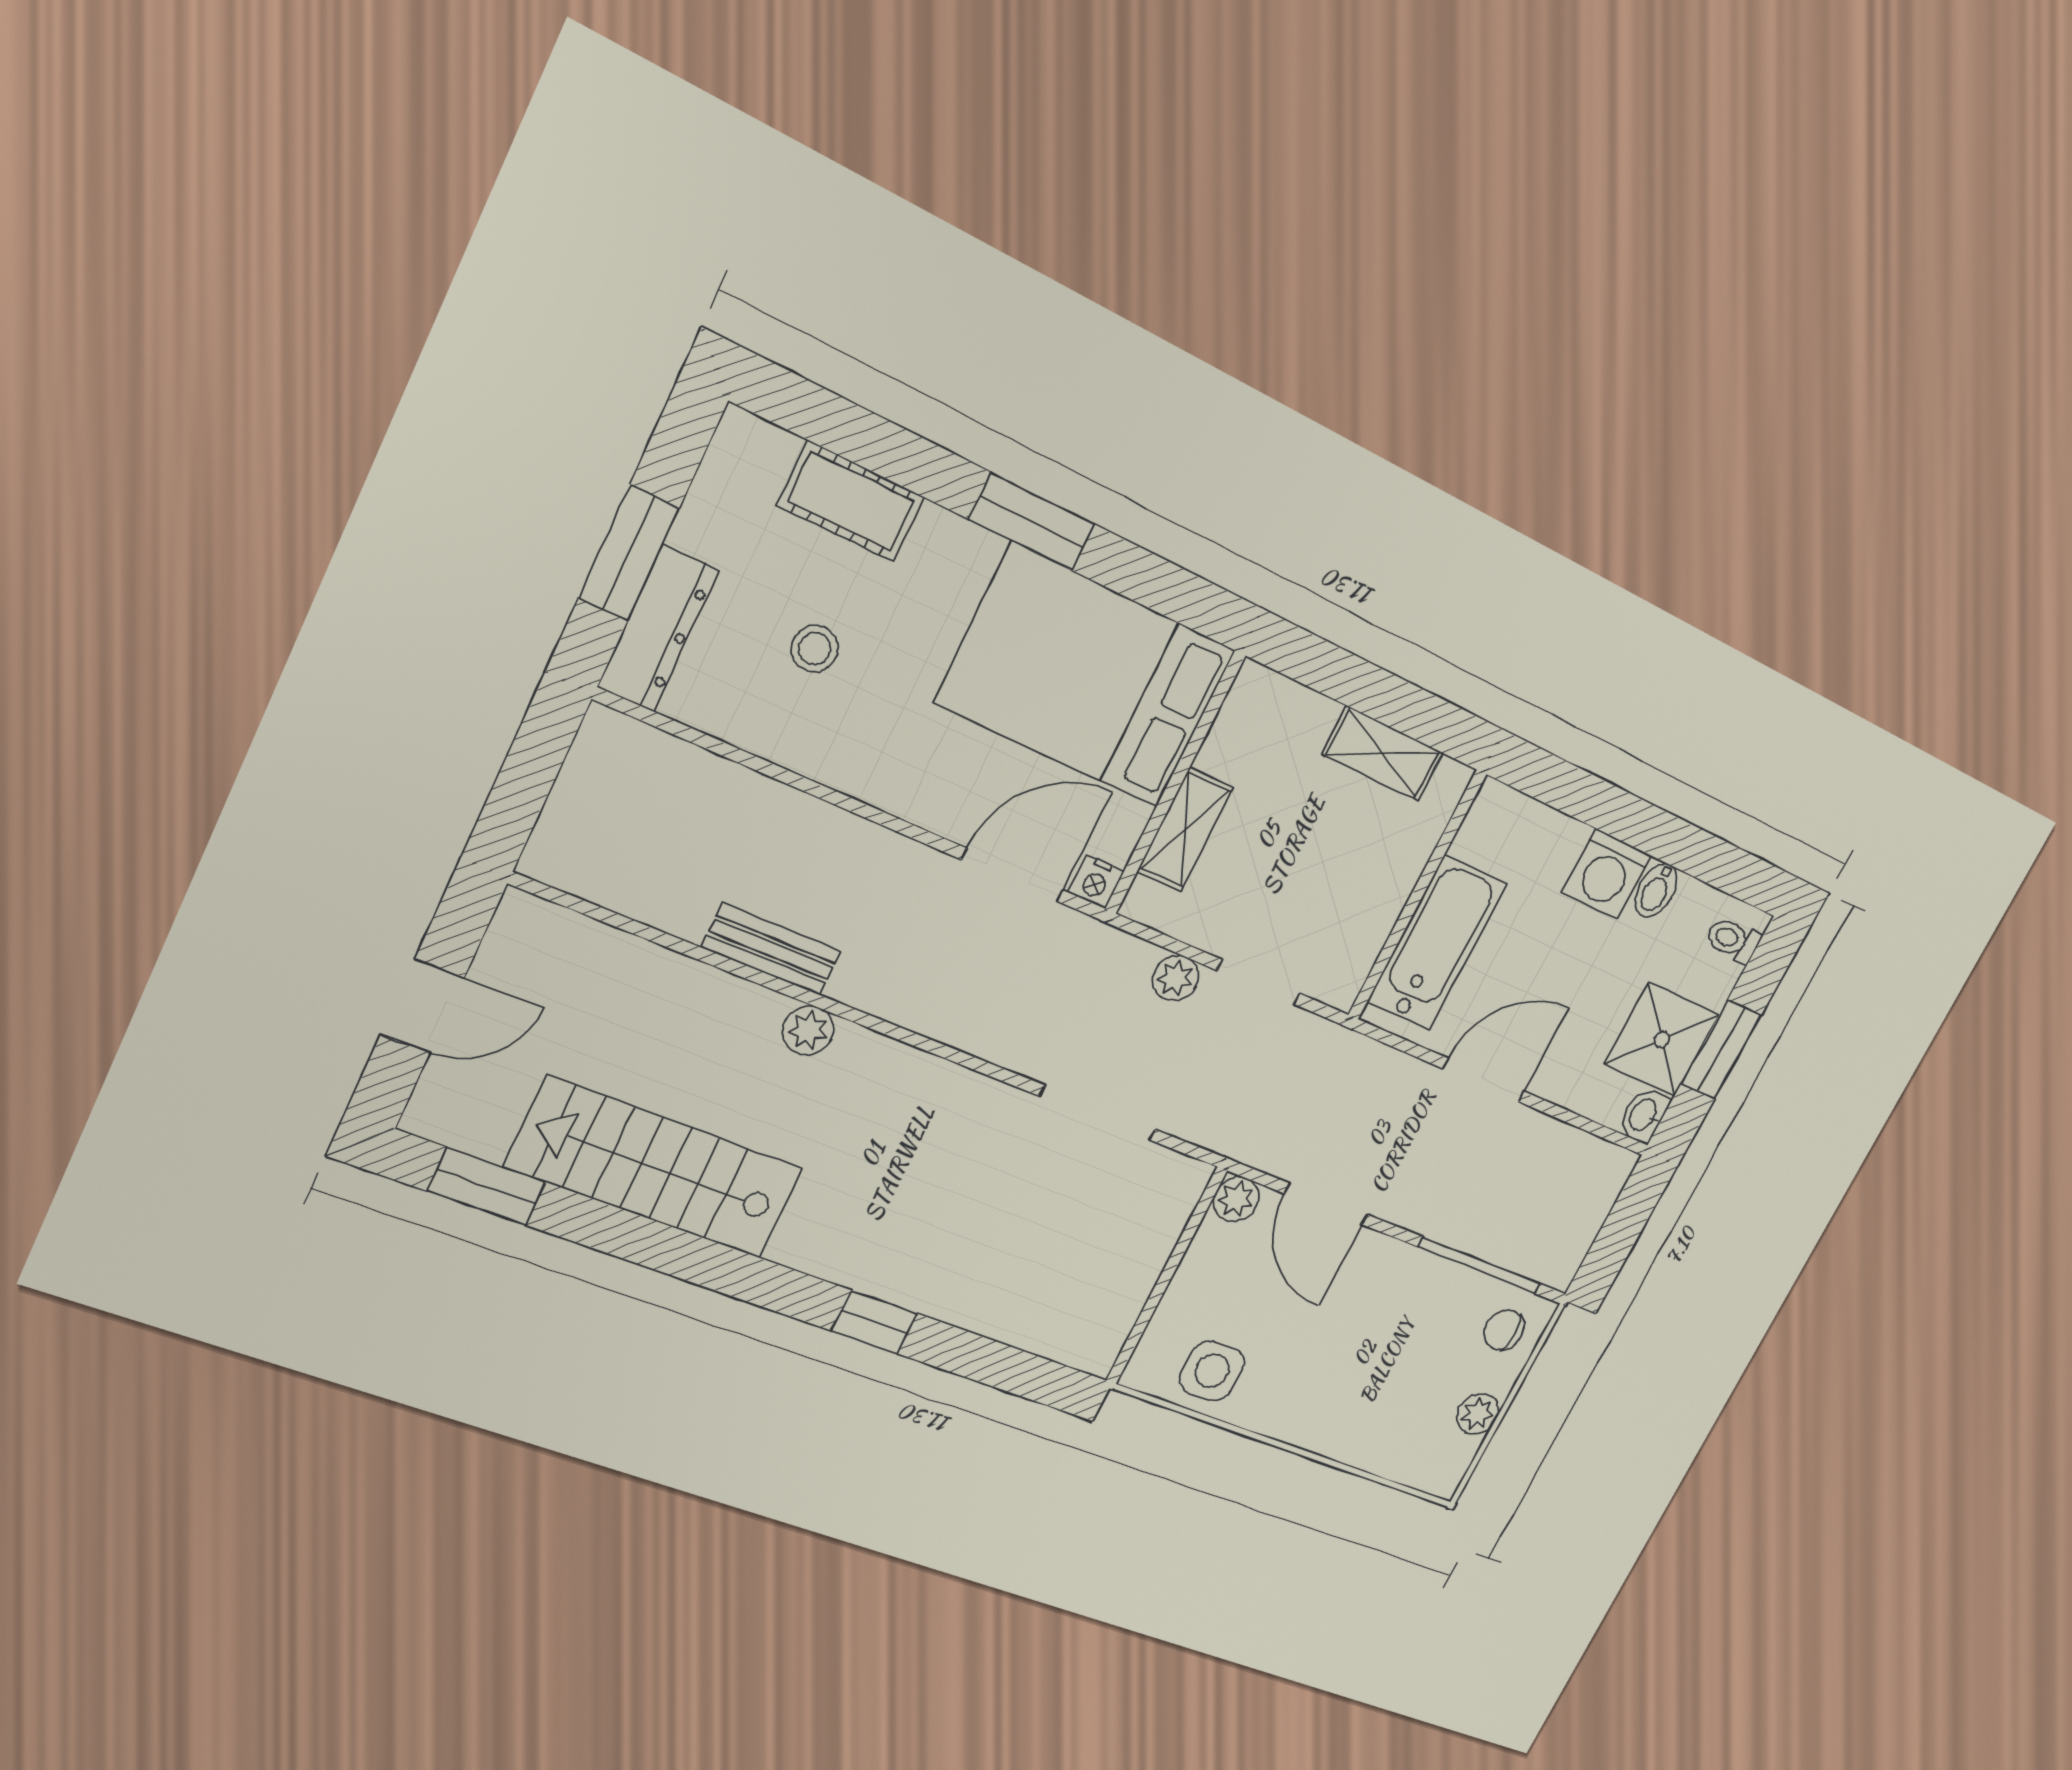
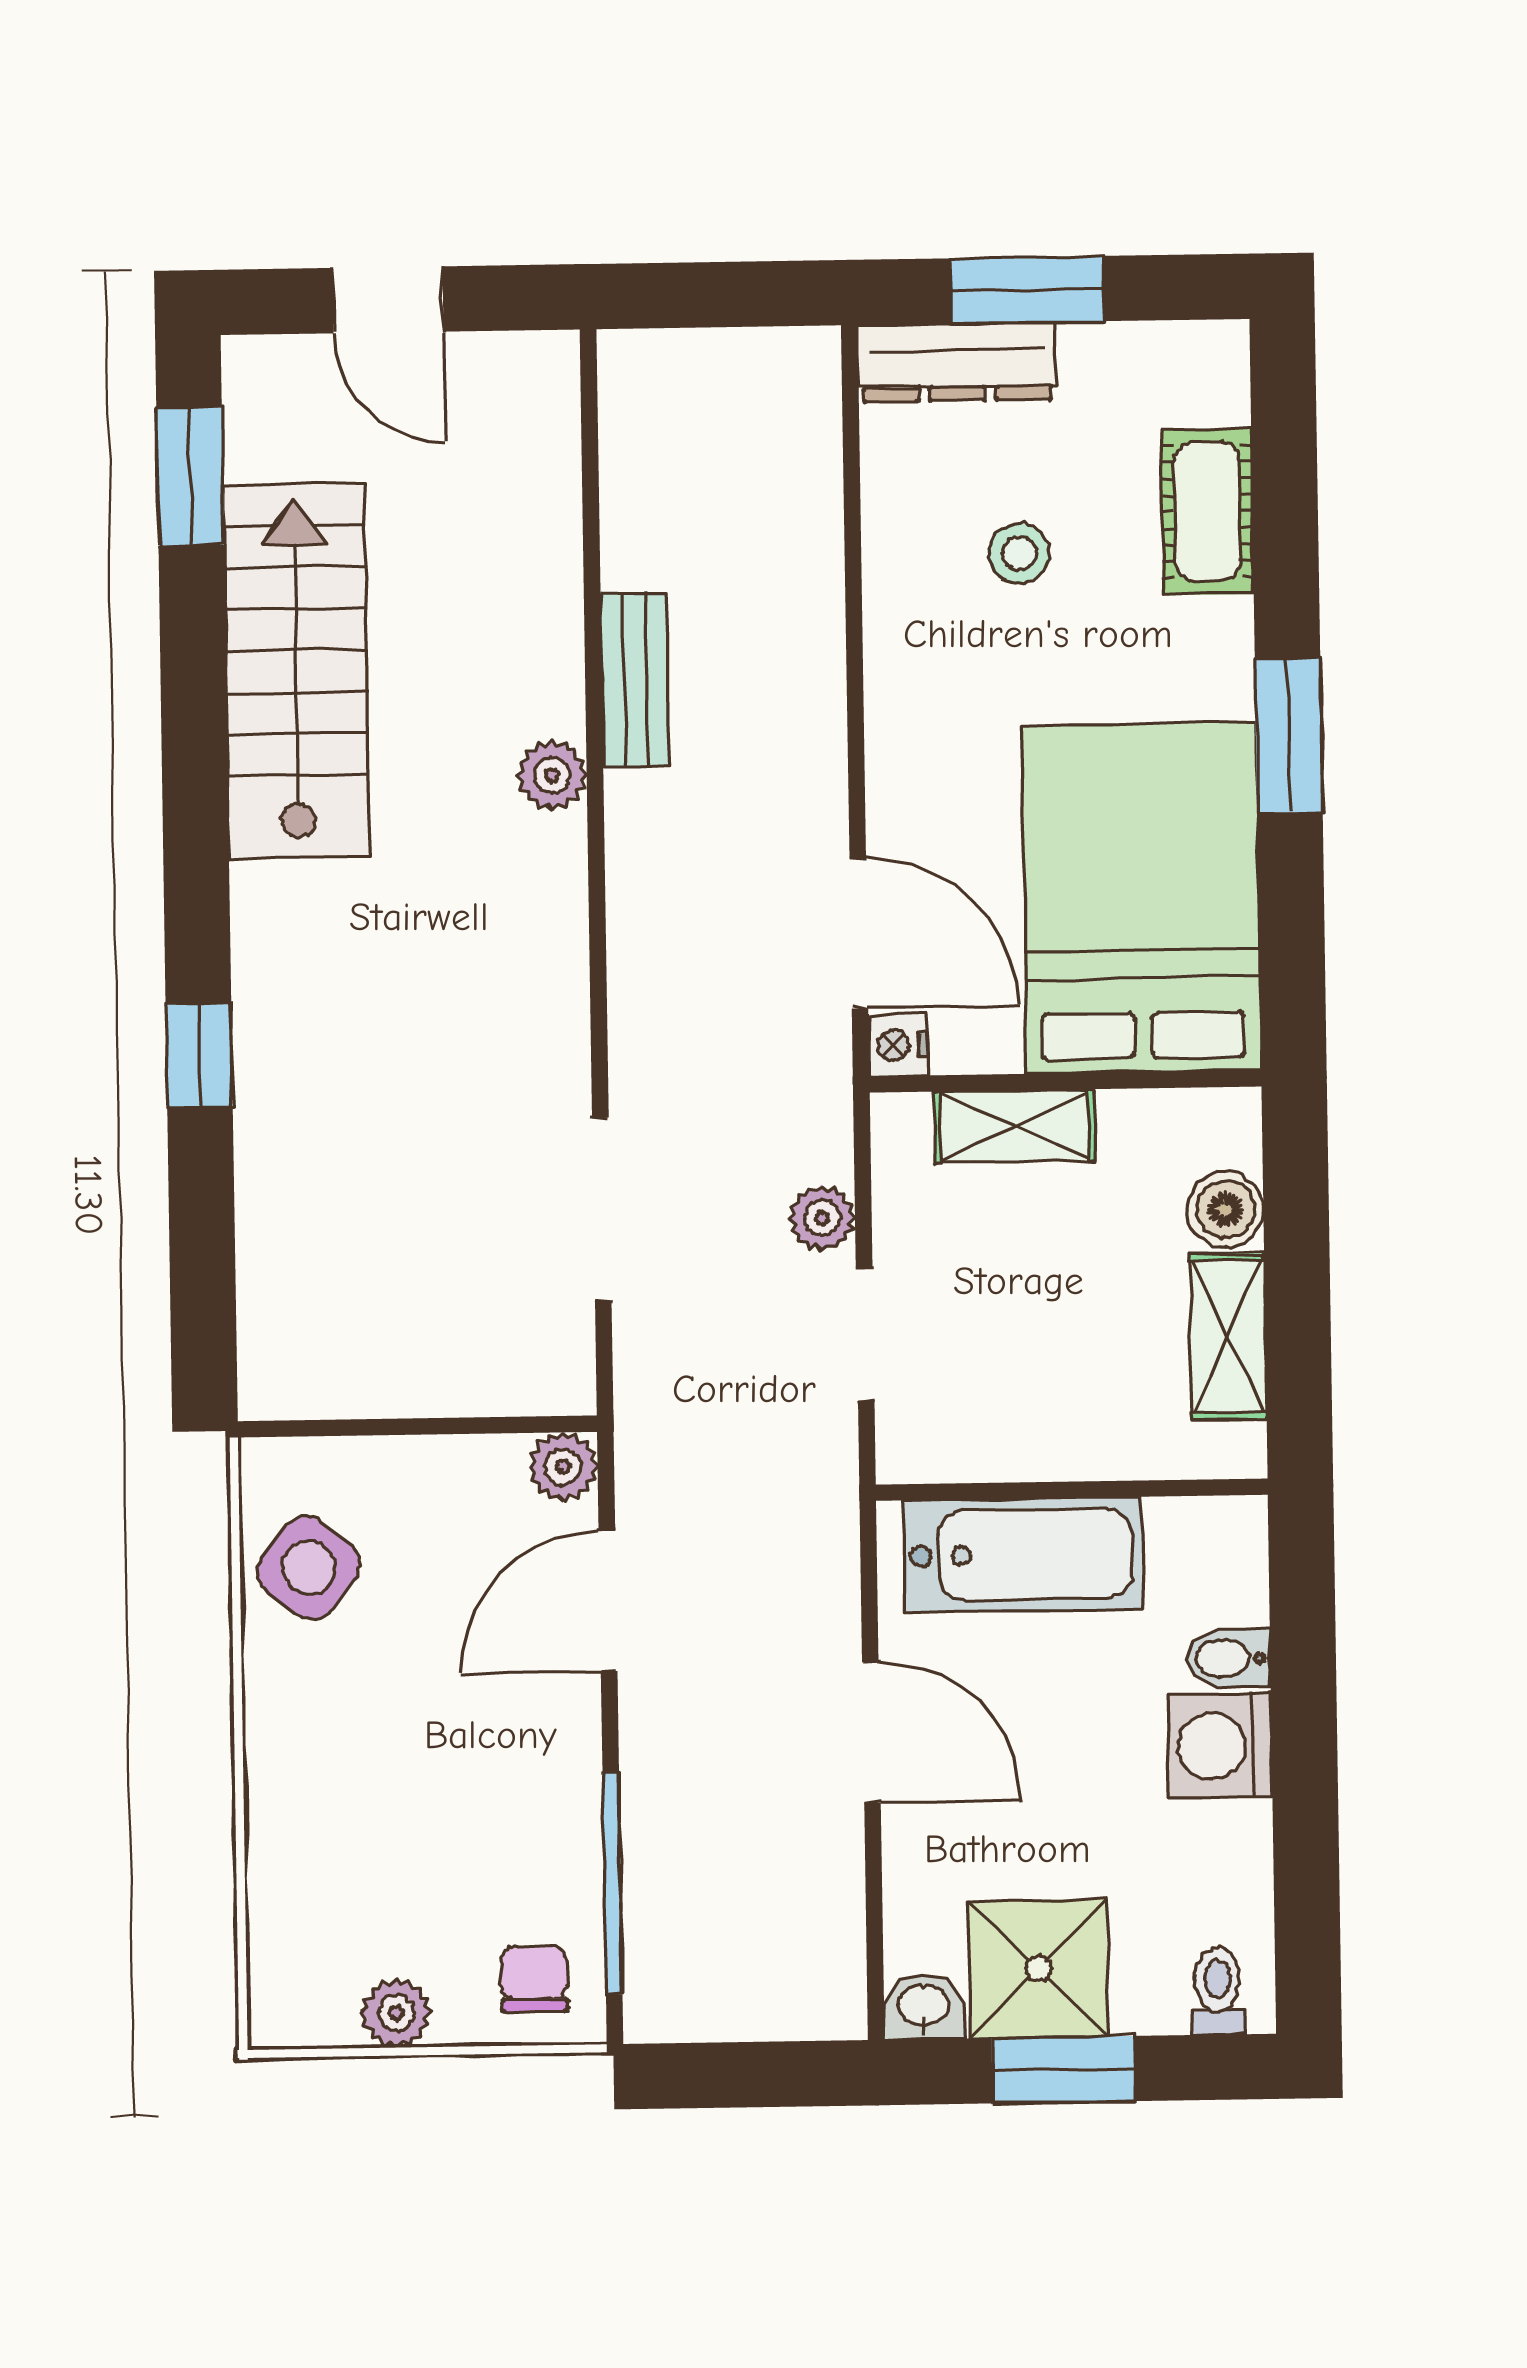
boiler: (1307, 717) -> (1225, 1209), added
bidet: (1656, 890) -> (1228, 1658), moved
side table: (1212, 1371) -> (309, 1568), turned 38

